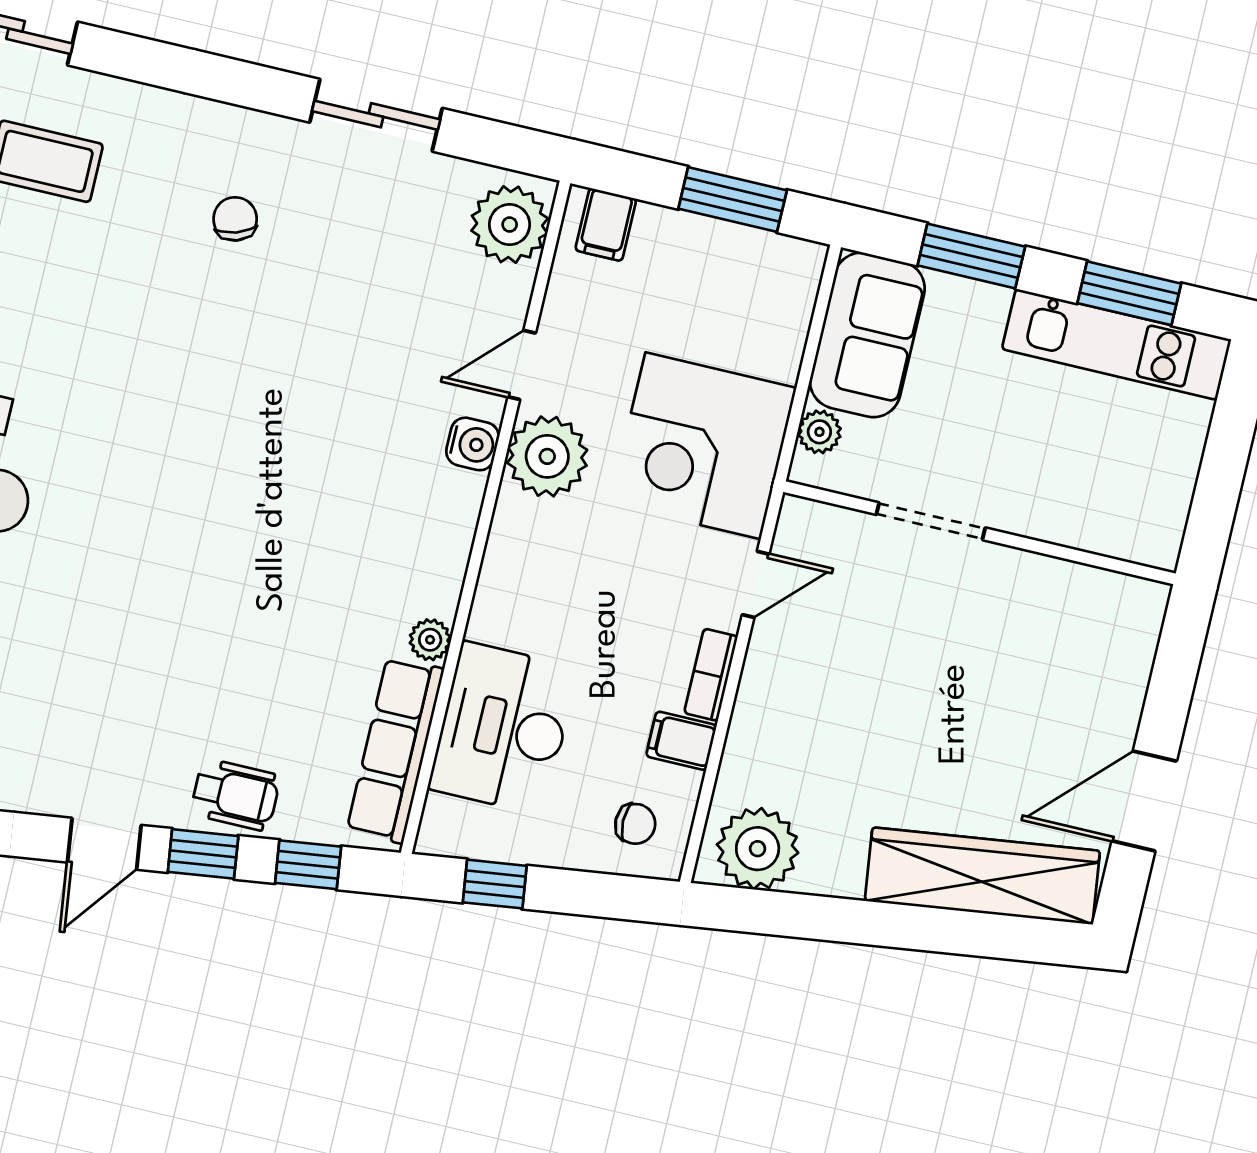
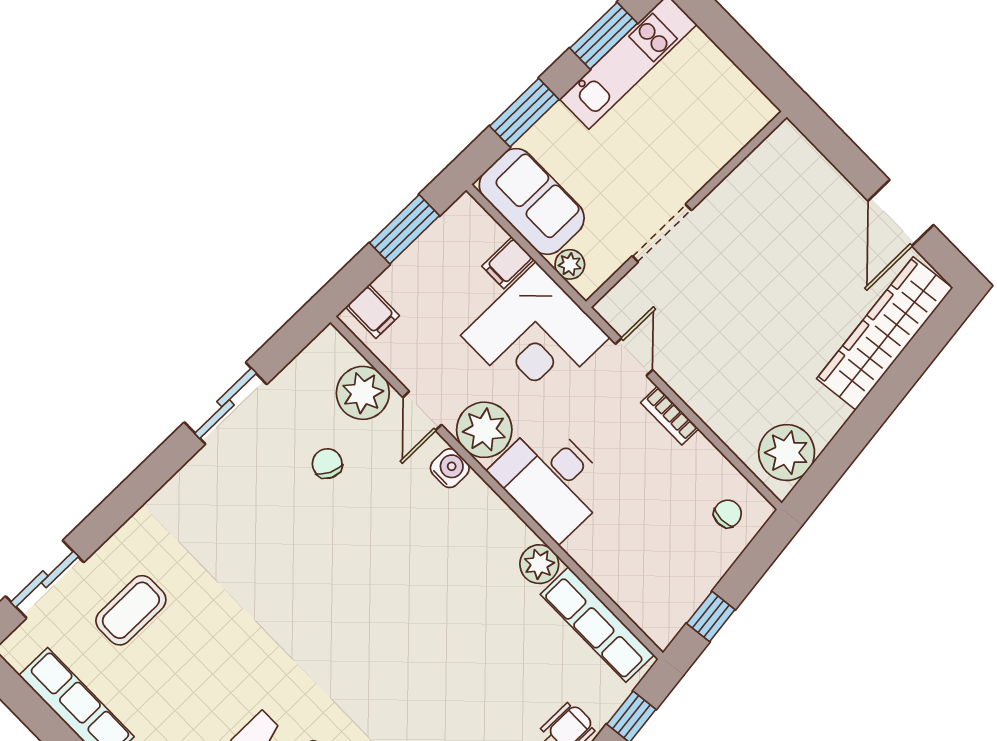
chair: (235, 219) -> (327, 464), moved, turned 43
plant: (510, 224) -> (363, 393), moved
plant: (430, 640) -> (539, 564), width x1.38, depth x1.38
desk: (503, 728) -> (551, 480), moved
filing cabinet: (681, 741) -> (508, 263), moved

